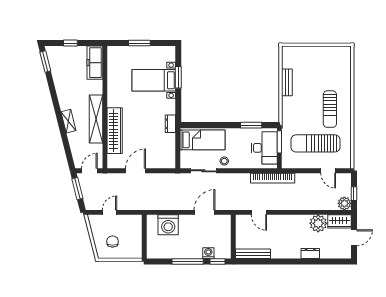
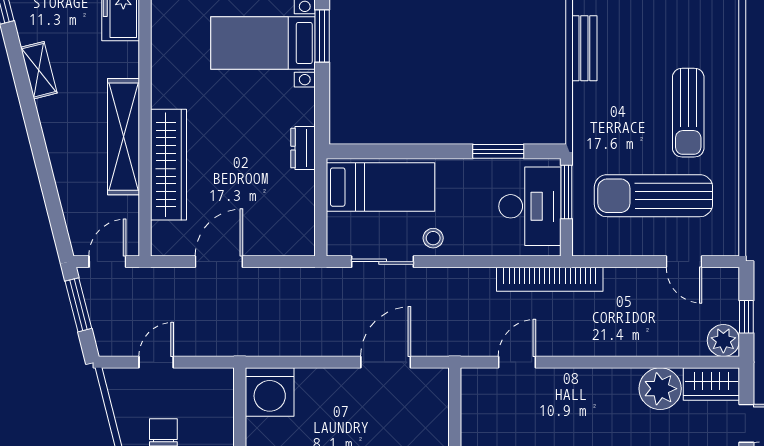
shelving: (68, 121) -> (39, 70), moved
door: (259, 212) -> (517, 362), swing flipped
washing machine: (168, 225) -> (270, 392), moved

